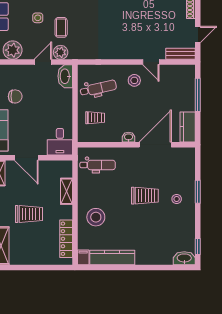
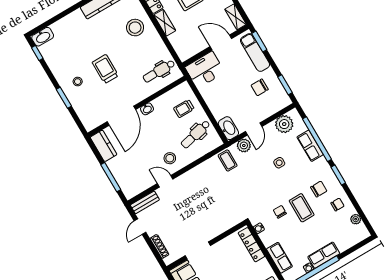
coffee table: (61, 27) -> (228, 161), moved
desk: (60, 142) -> (205, 70), width x1.37
shelving: (66, 191) -> (165, 23), moved
trolley: (145, 196) -> (105, 69), turned 90

